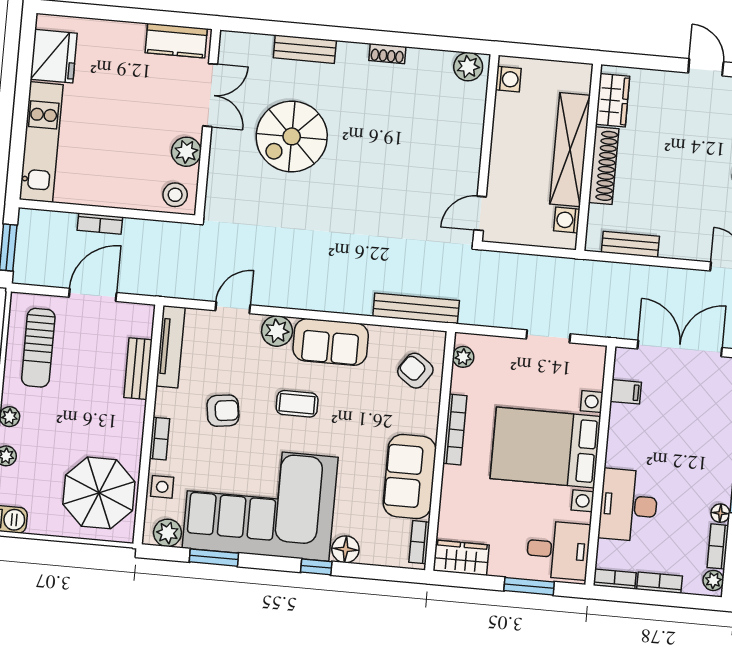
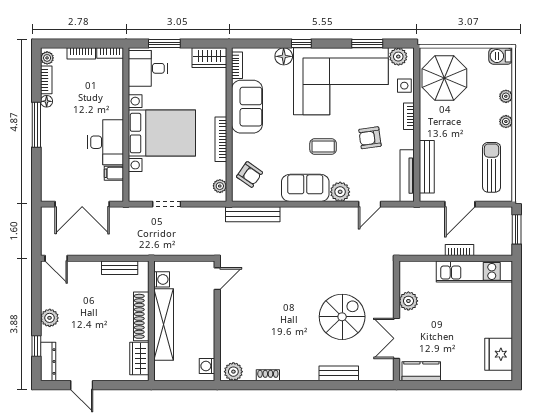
shoe rack: (387, 54) -> (268, 375), moved
kitchen unit: (41, 142) -> (474, 271), moved, turned -90
stool: (175, 195) -> (413, 273), removed
bench: (138, 369) -> (427, 167), width x1.36
desk: (628, 505) -> (106, 142), moved

